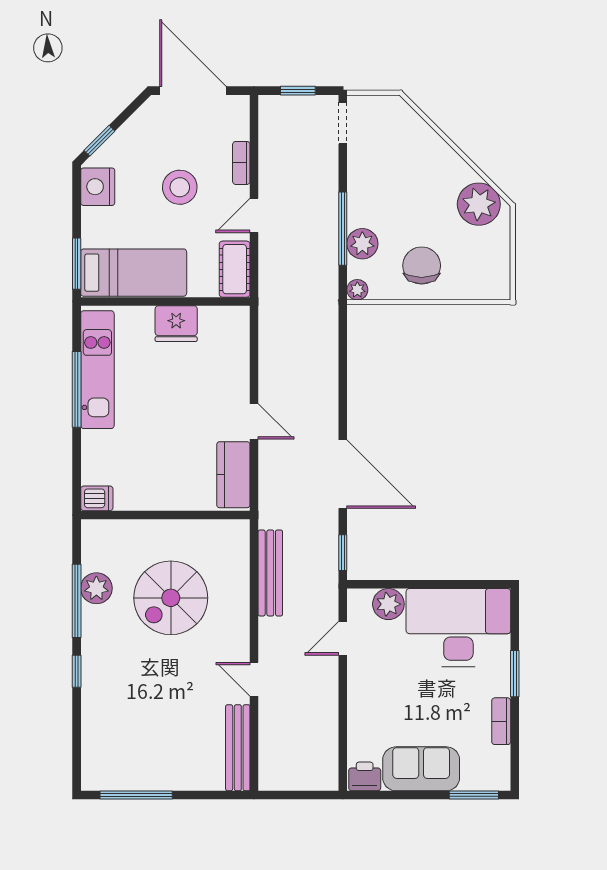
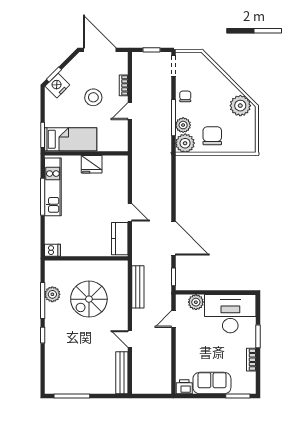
chair: (367, 185) -> (185, 96), added
nightstand: (98, 187) -> (57, 86), moved, turned 45
cot: (235, 269) -> (120, 138), removed
plant: (357, 290) -> (185, 143), width x1.88, depth x1.88

